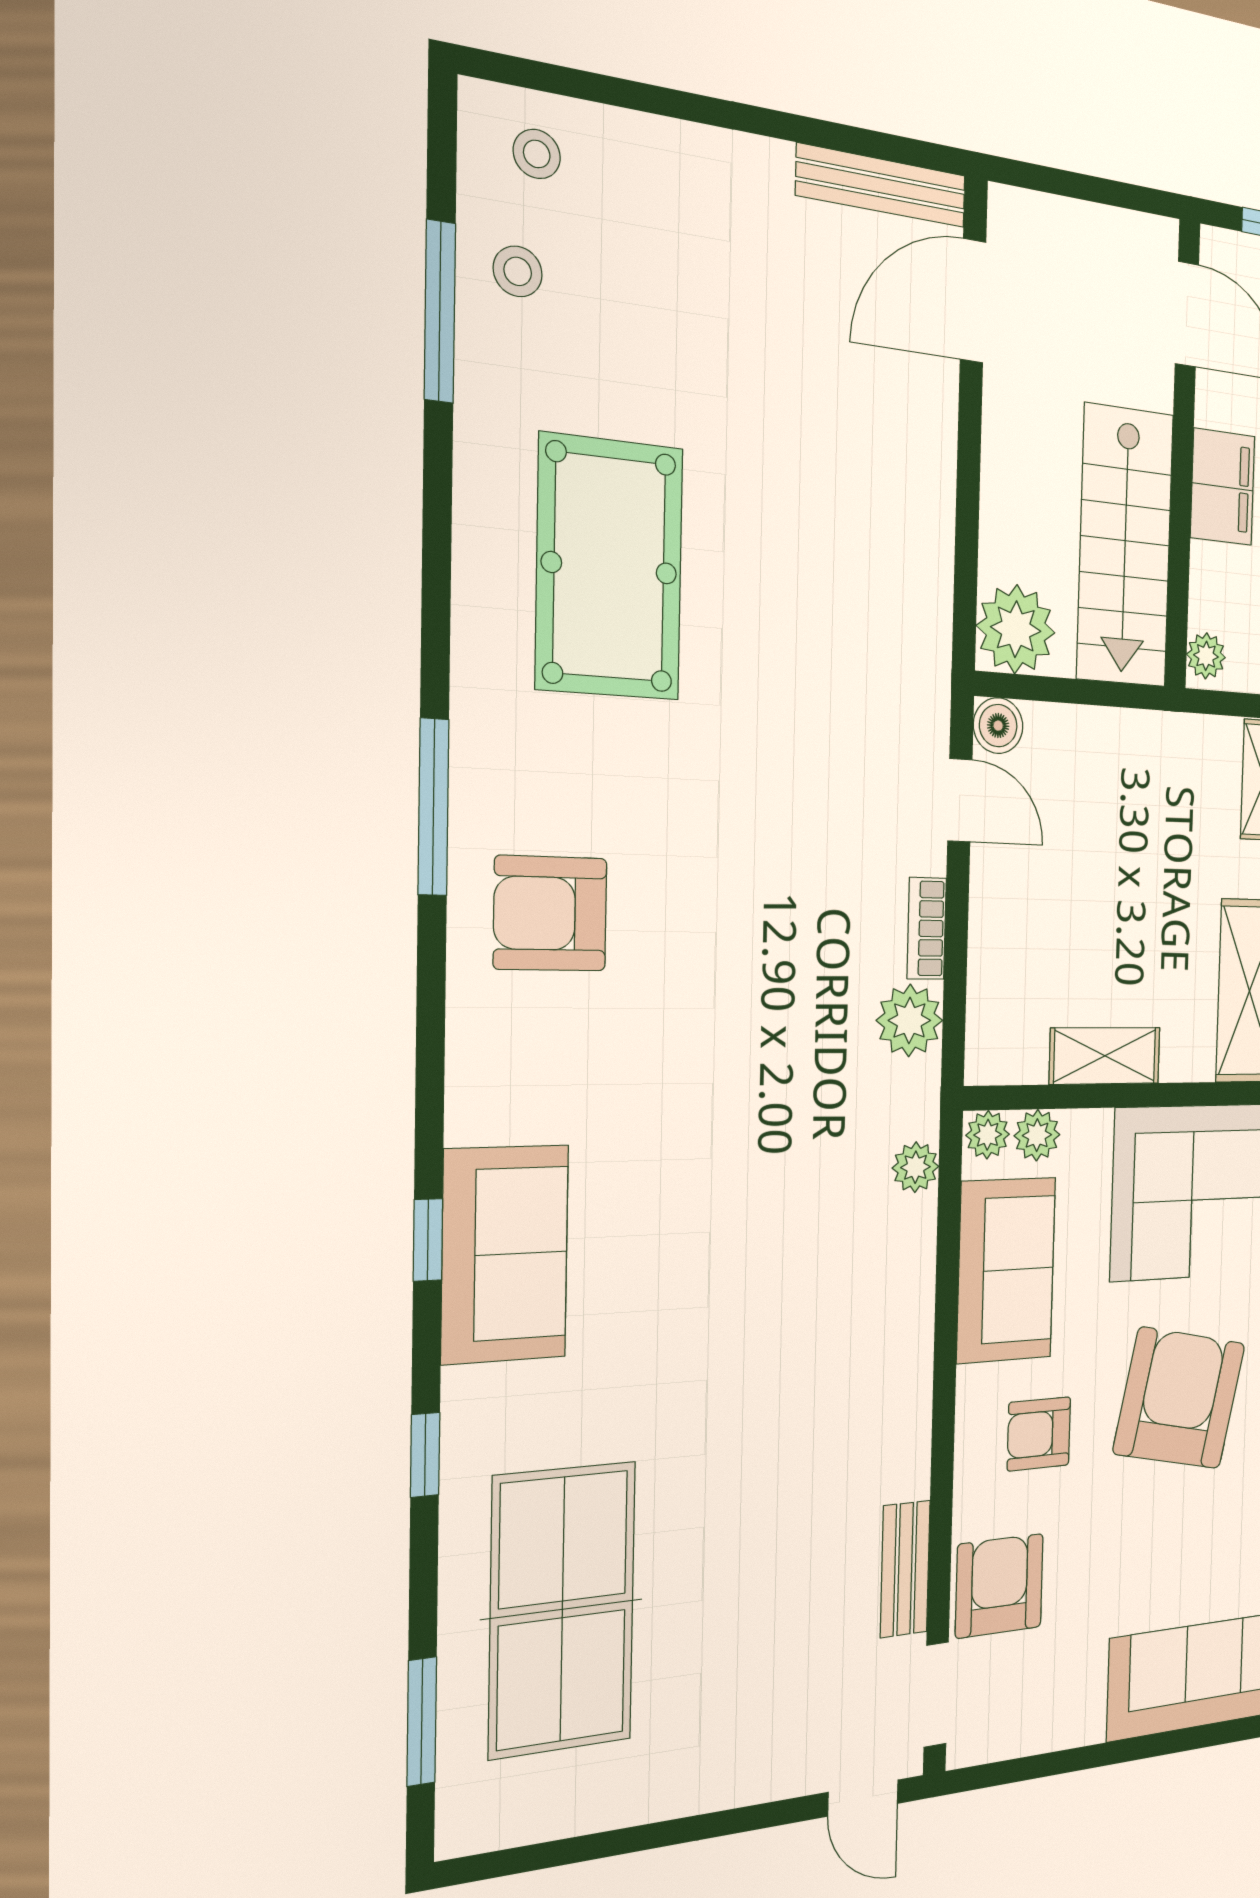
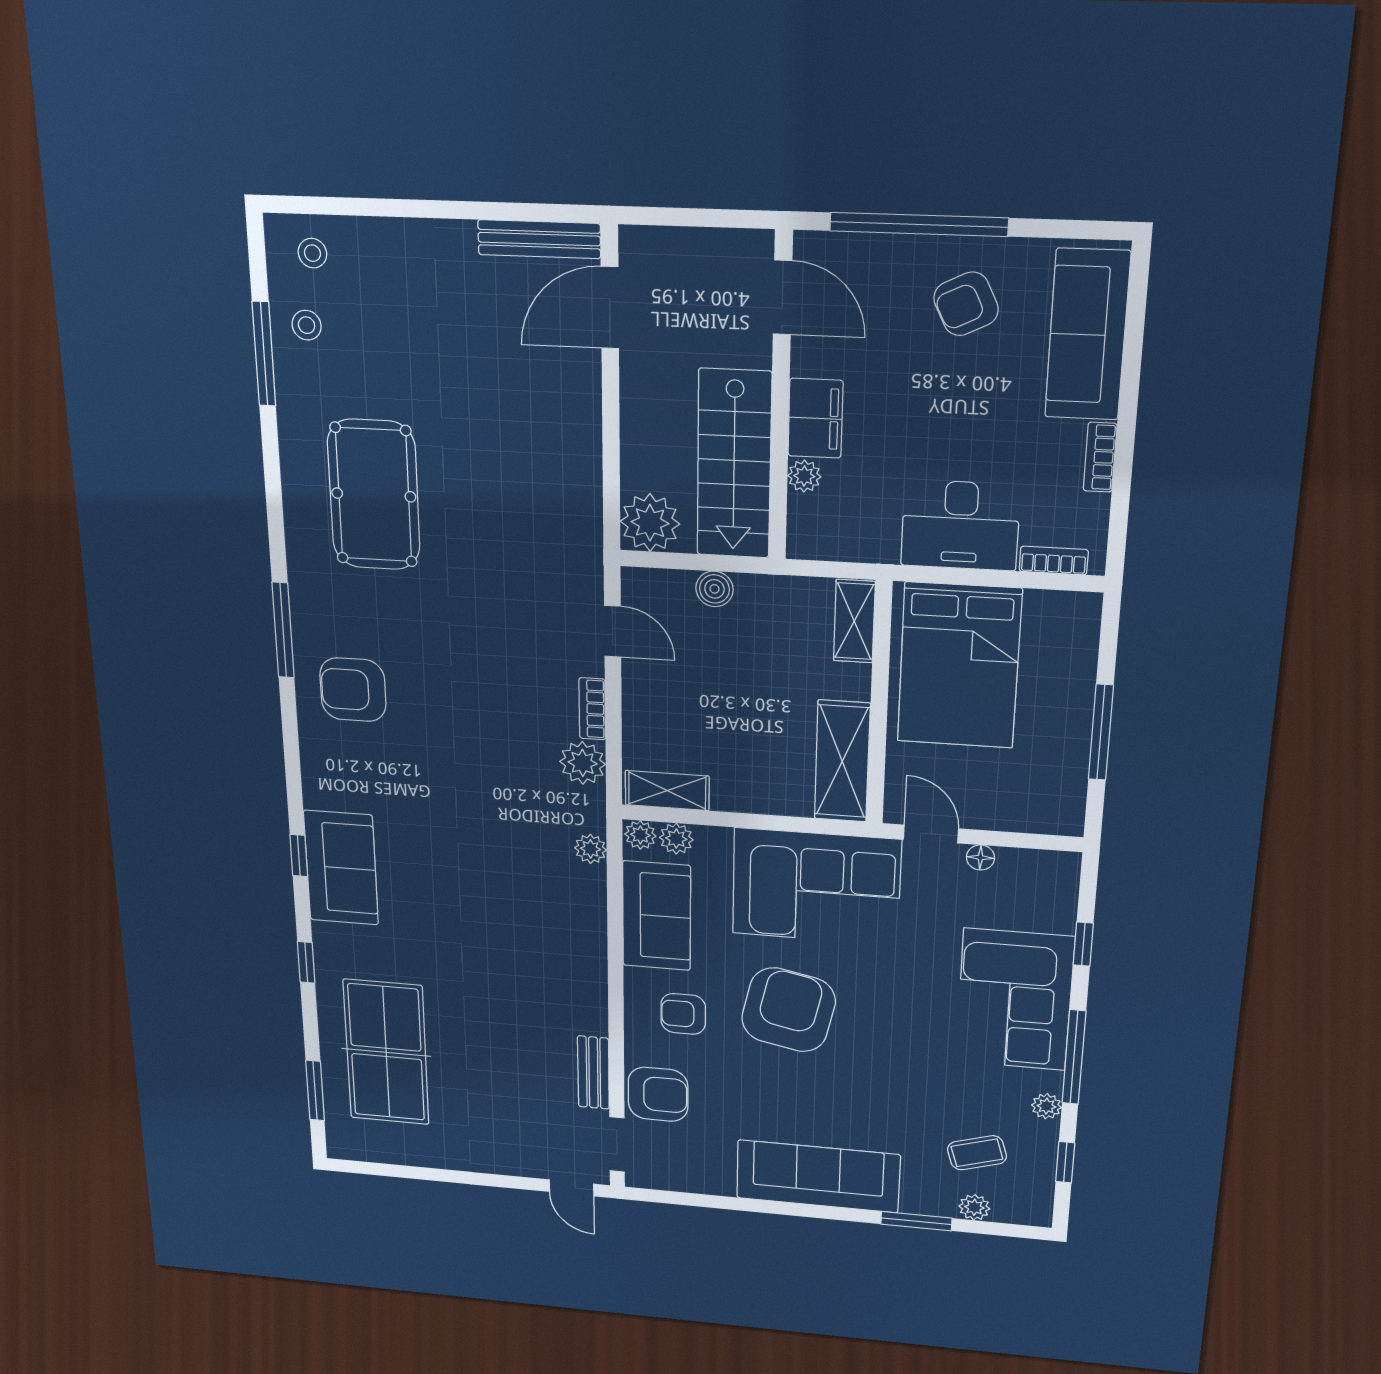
plant: (1206, 656) -> (804, 476), moved
boiler: (998, 726) -> (714, 589), moved
shelving: (1105, 1056) -> (667, 790), moved
armchair: (999, 1586) -> (658, 1094), turned 90

